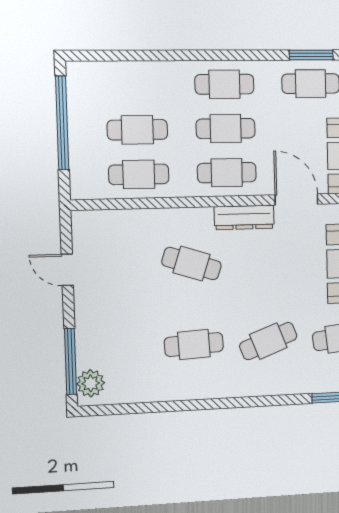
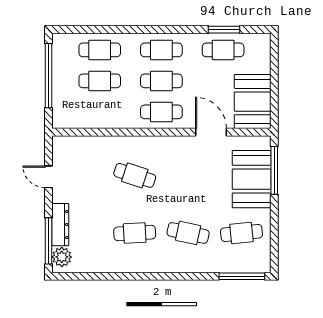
cafe table: (139, 174) -> (100, 50), moved
dresser: (244, 217) -> (60, 225), moved, turned -90
cafe table: (268, 341) -> (188, 233), turned 33

